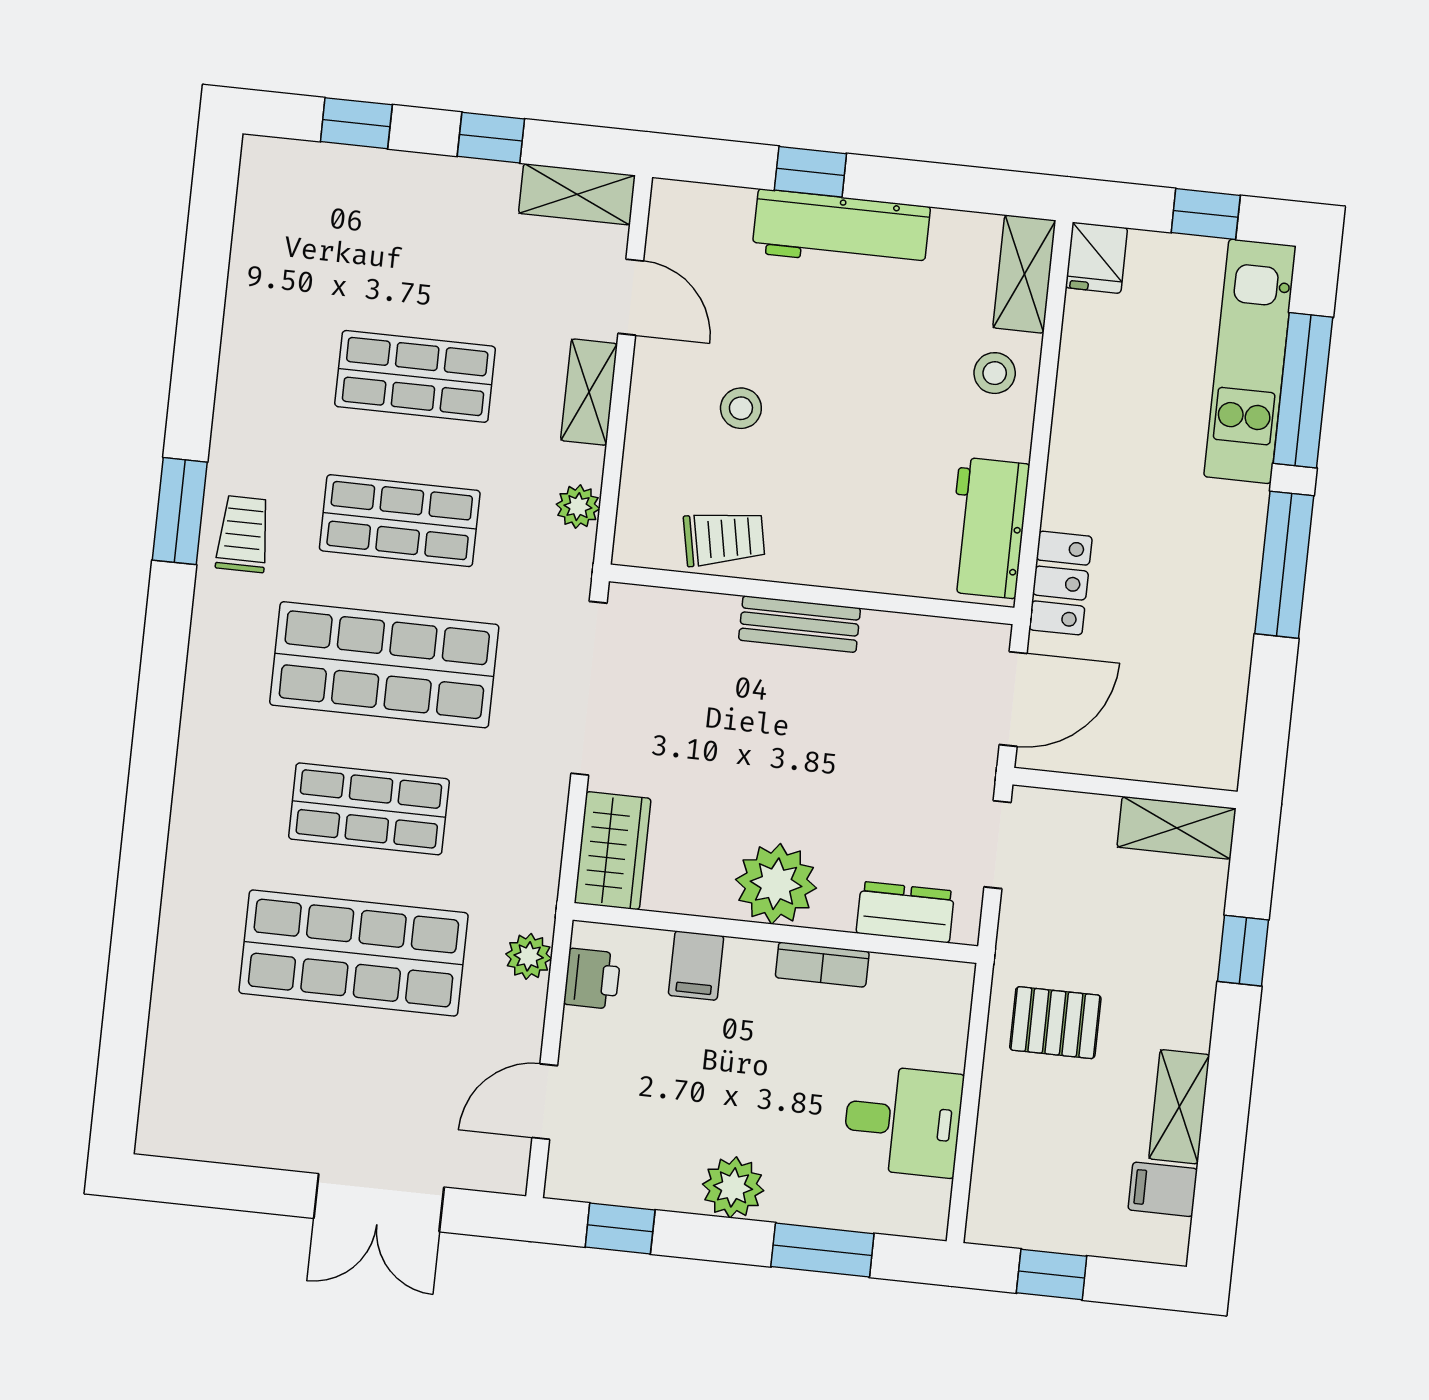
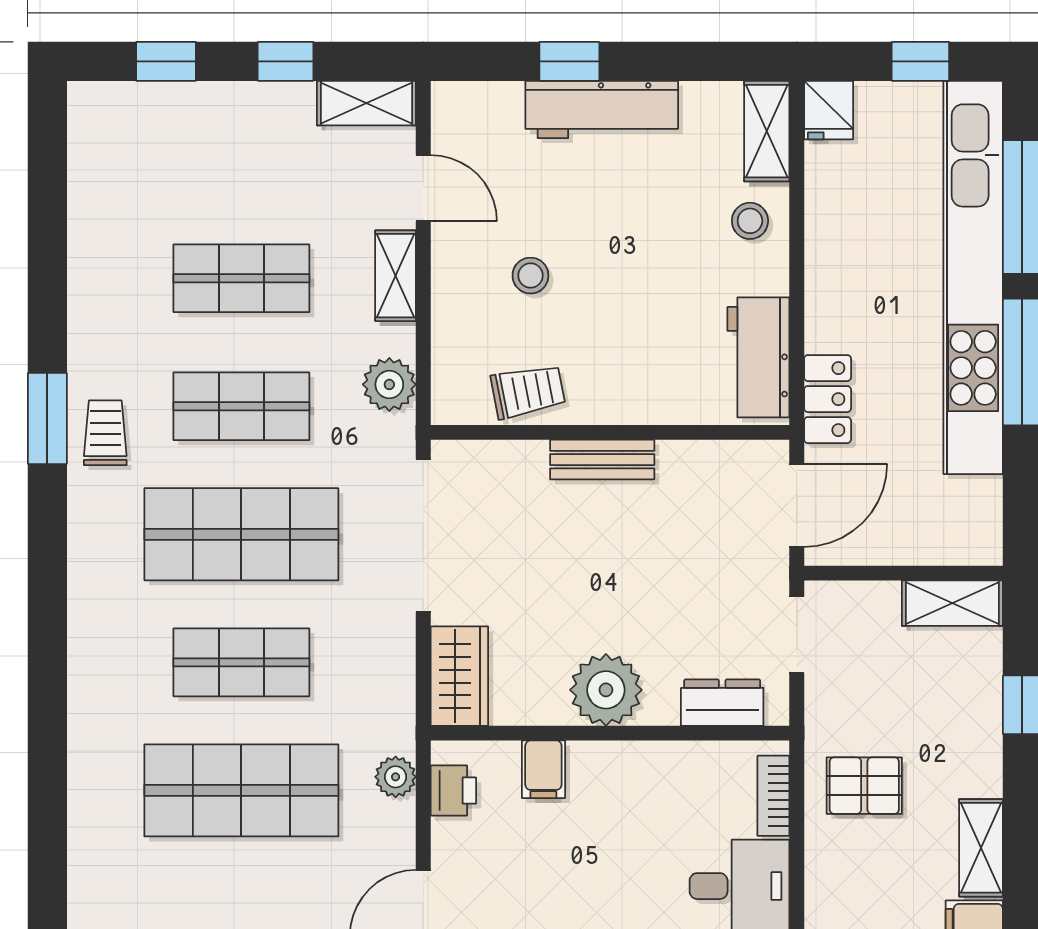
kitchen unit: (1250, 361) -> (973, 277), width x1.86
plant: (578, 507) -> (389, 384), width x1.38, depth x1.38
bookcase: (822, 965) -> (773, 796), moved, turned 90

